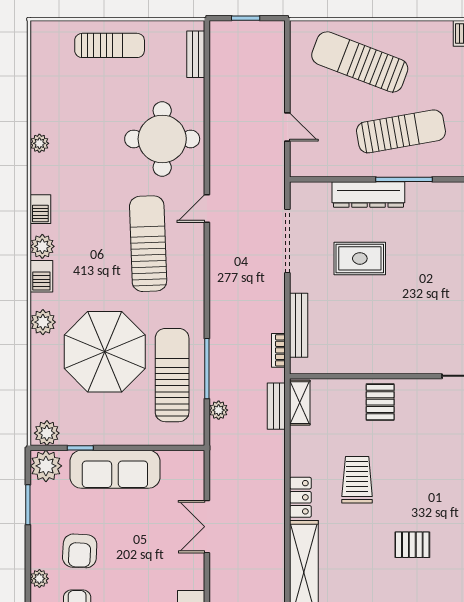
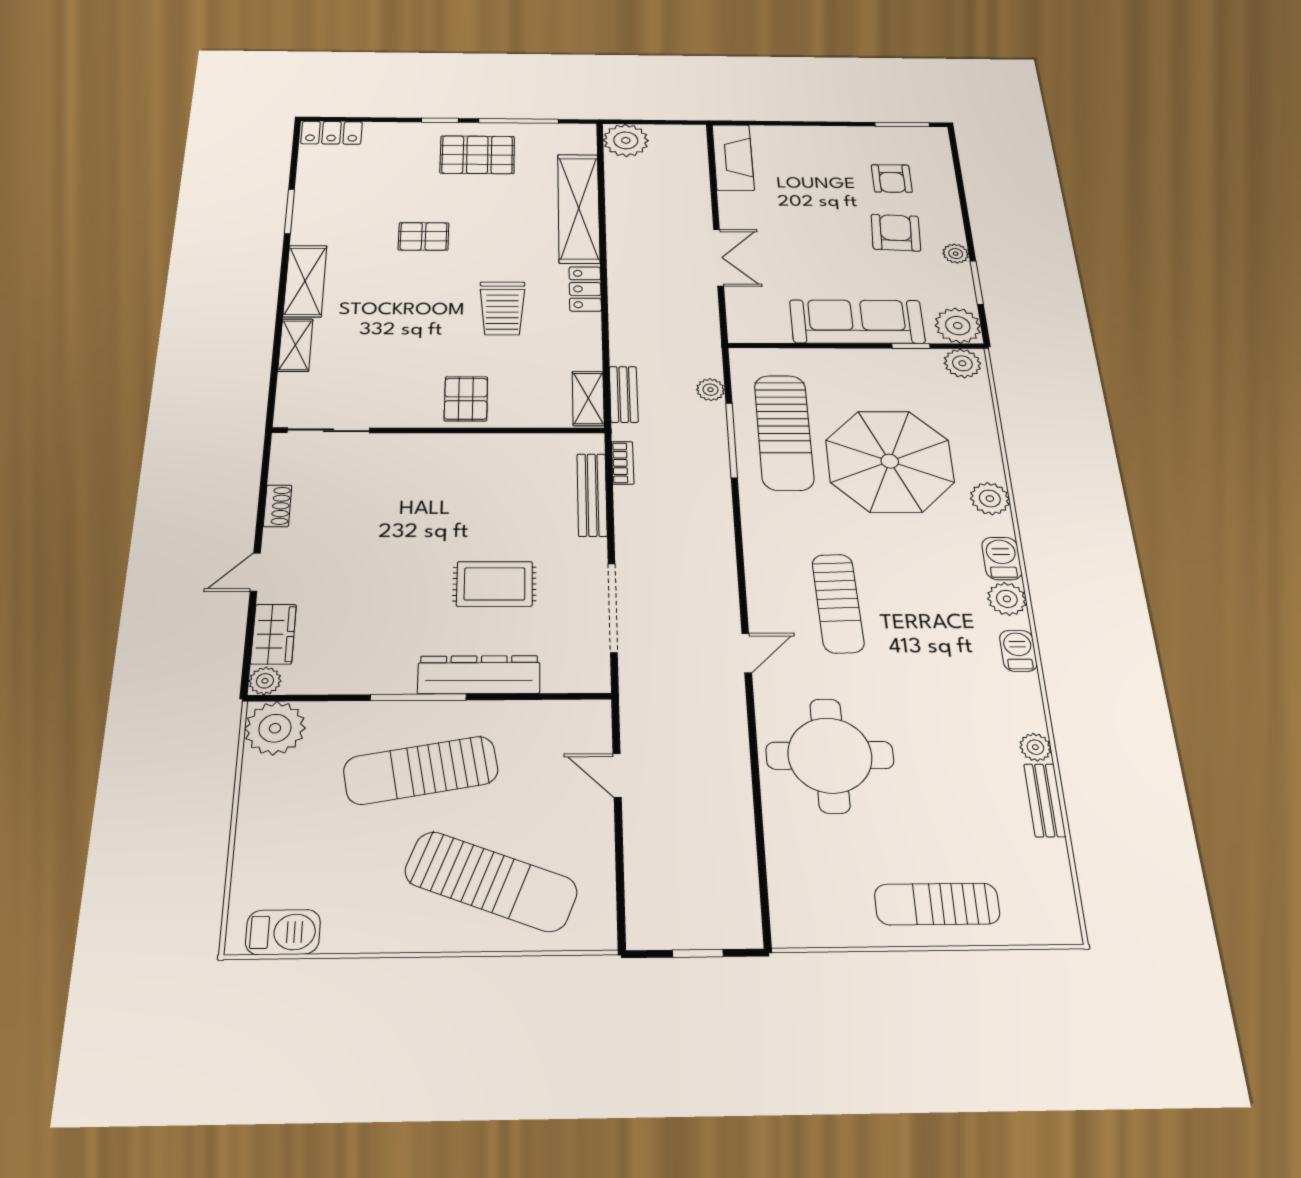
bench: (196, 54) -> (1045, 800), moved
sun lounger: (148, 244) -> (838, 603), width x0.73, depth x0.75
plant: (39, 579) -> (956, 254), moved

